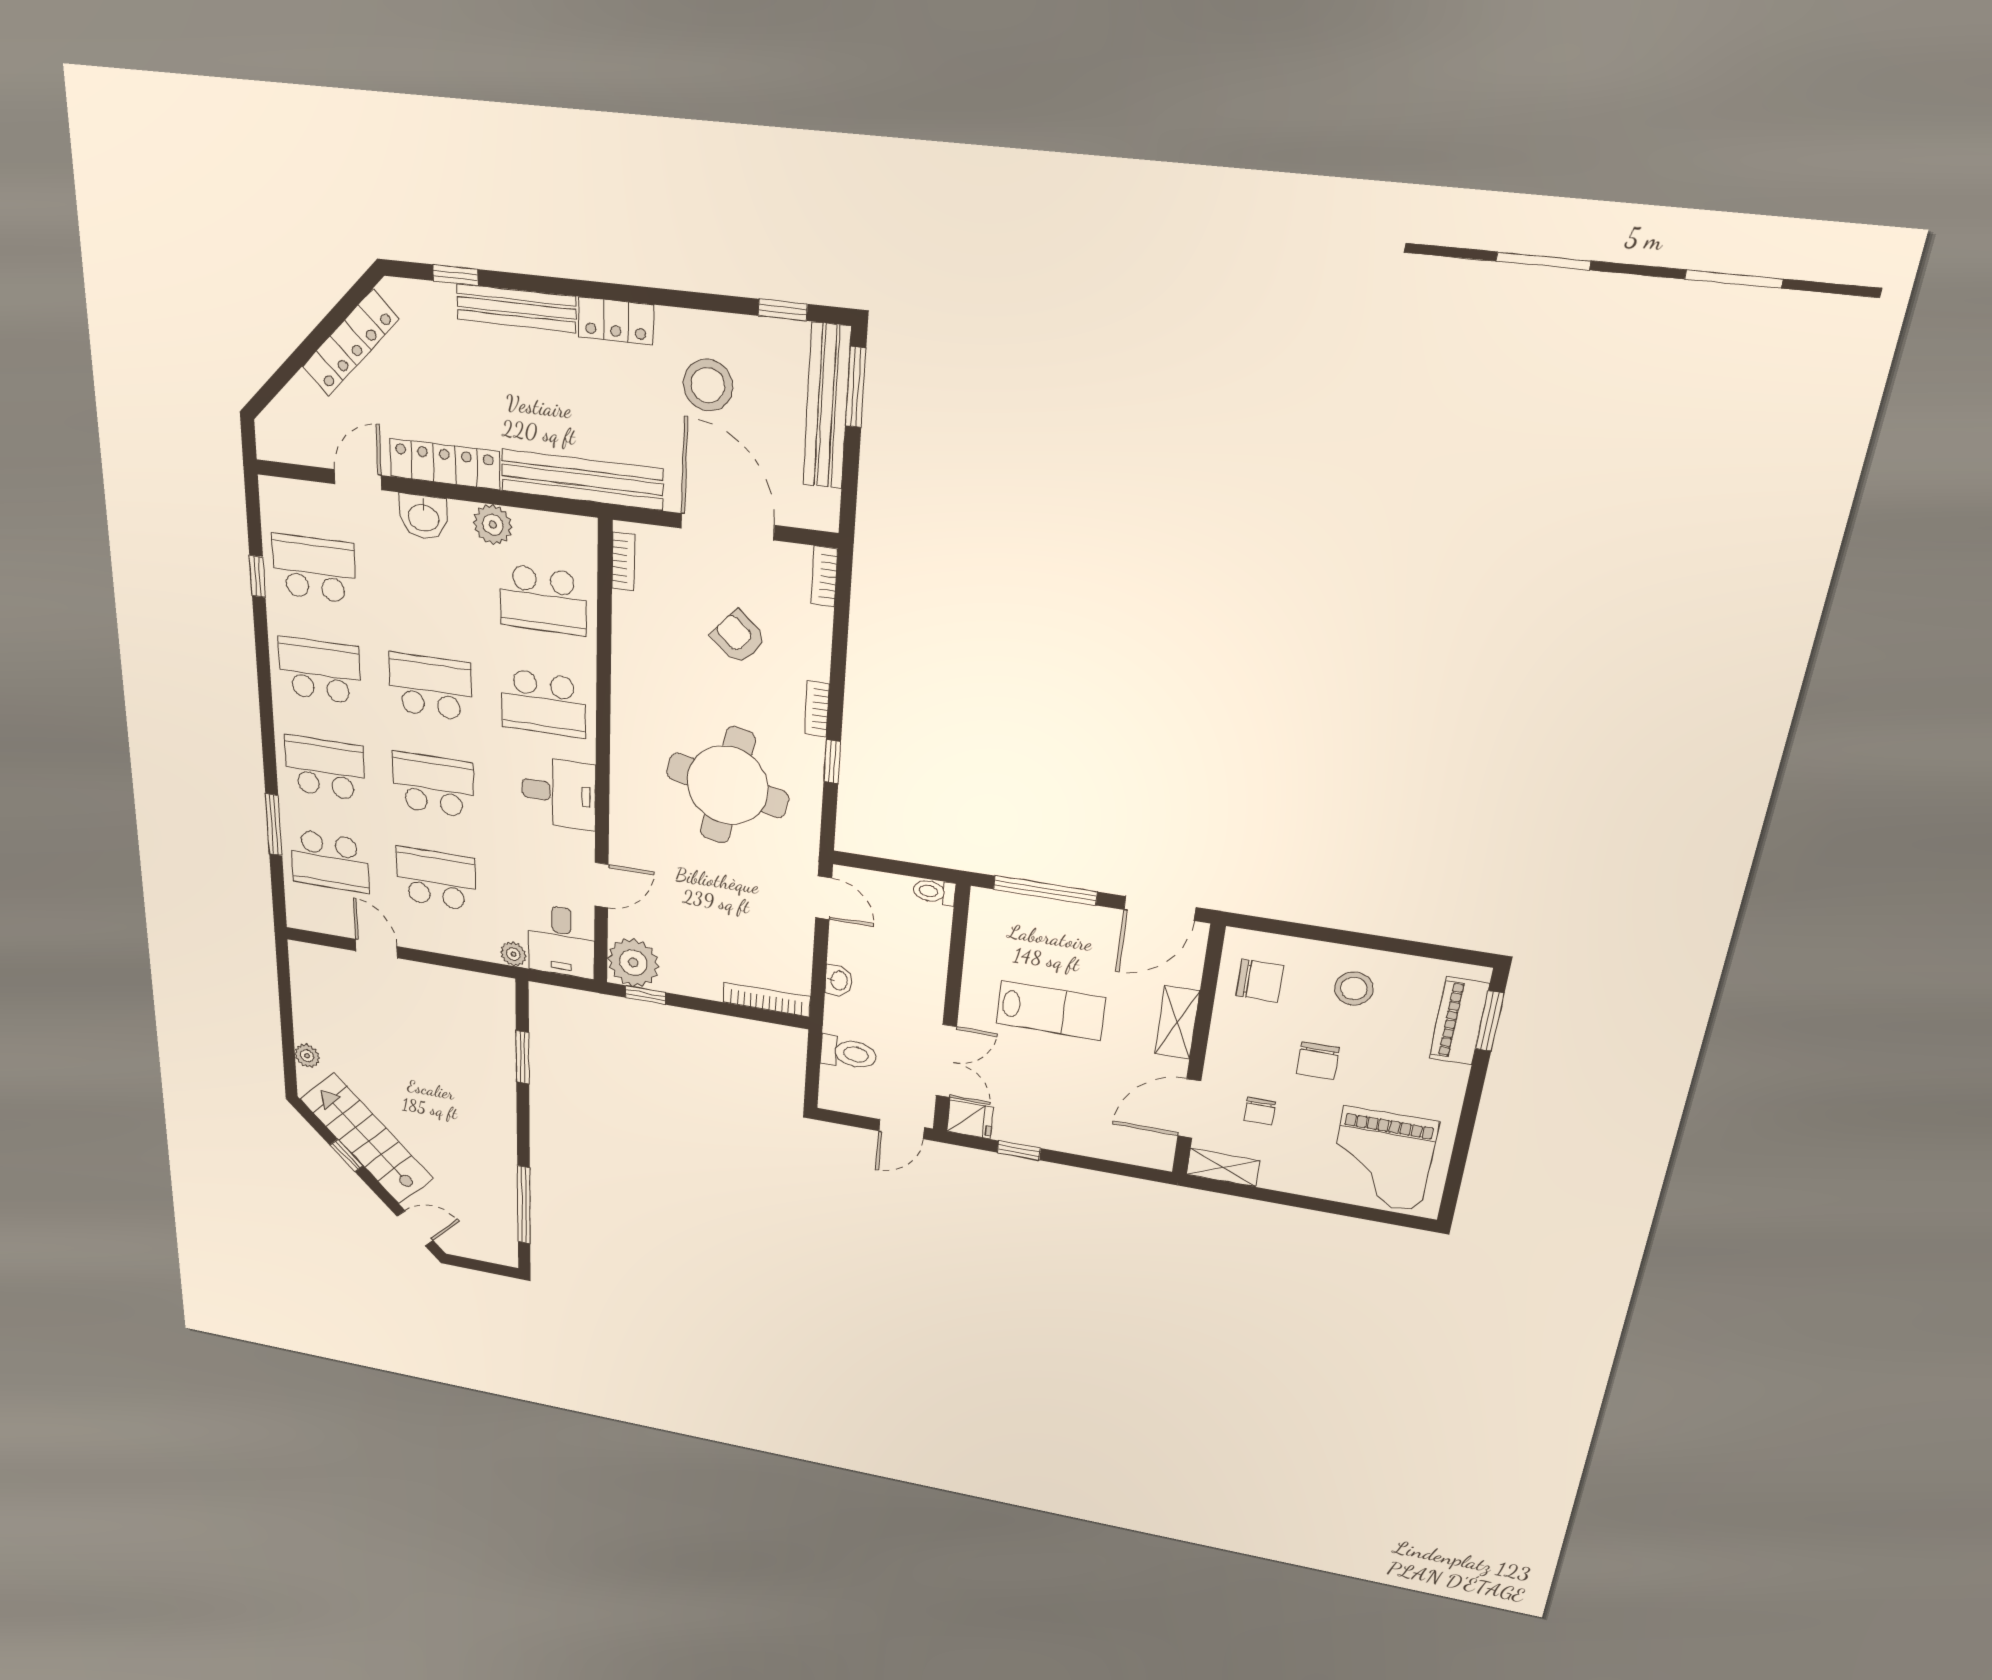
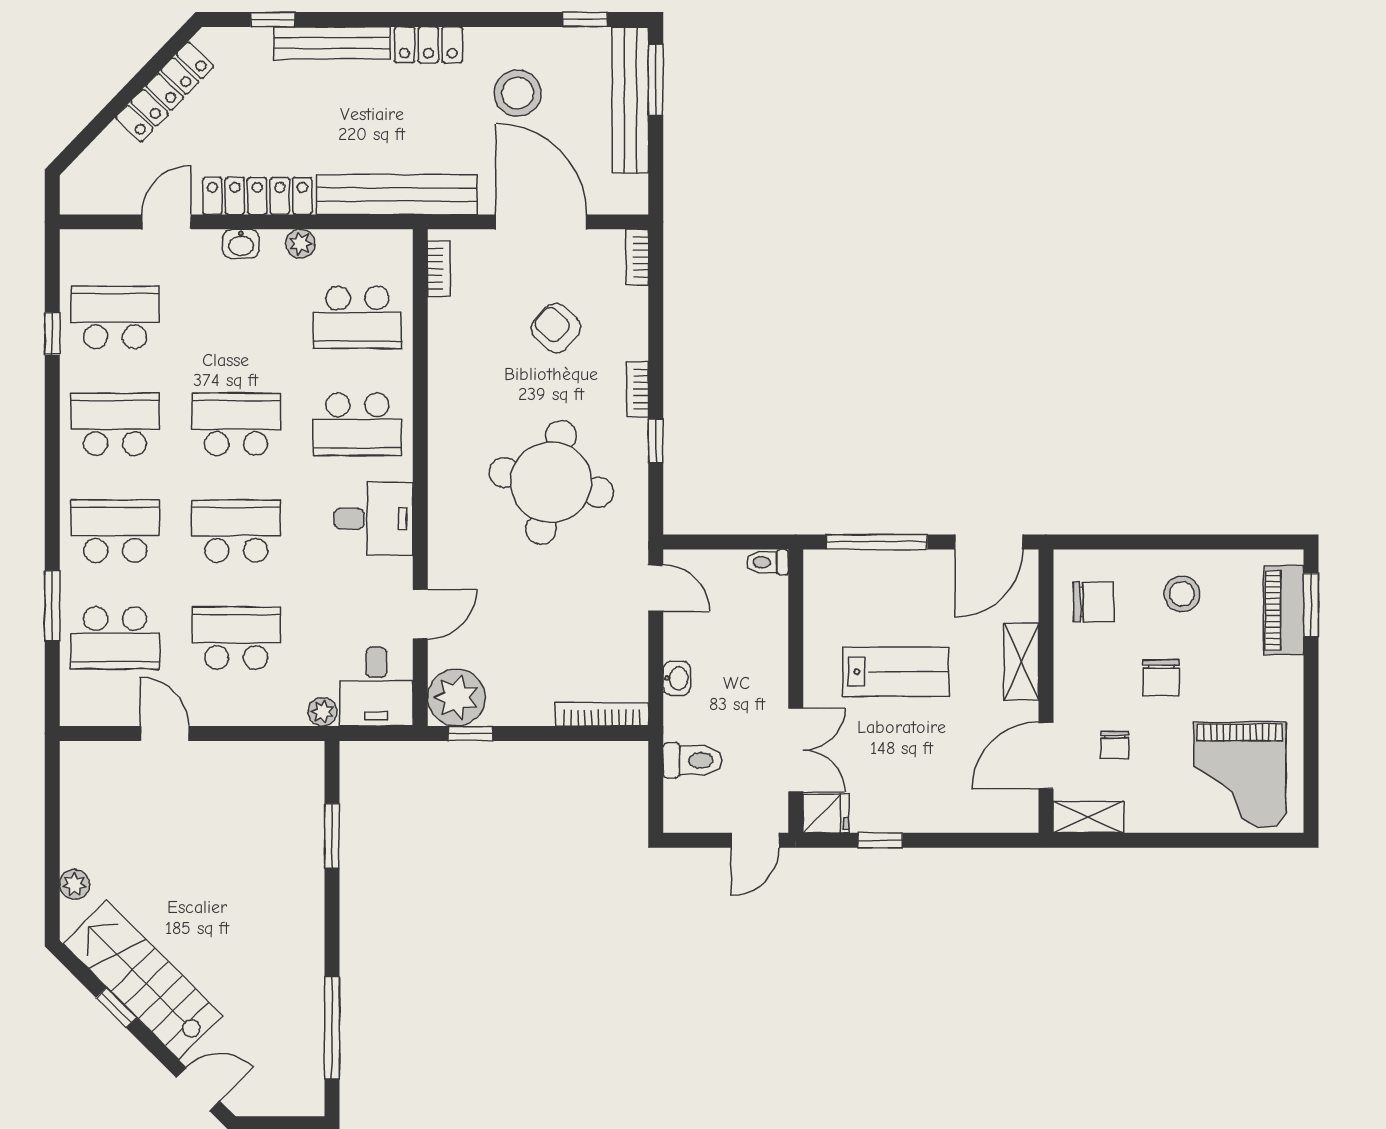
washbasin: (424, 517) -> (241, 244), width x0.72, depth x0.69
plant: (493, 525) -> (300, 244), width x0.73, depth x0.73

